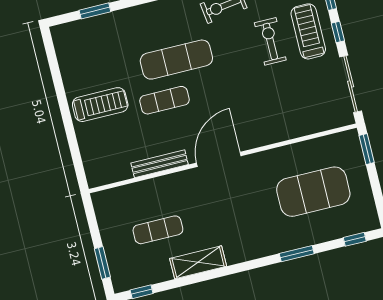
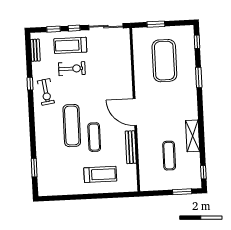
exercise bike: (270, 41) -> (72, 69), turned 180
treadmill: (100, 105) -> (100, 174), moved, turned 90
window: (367, 149) -> (156, 24), moved

